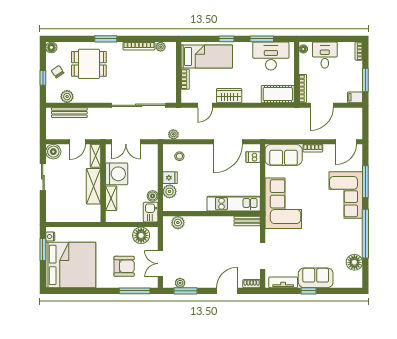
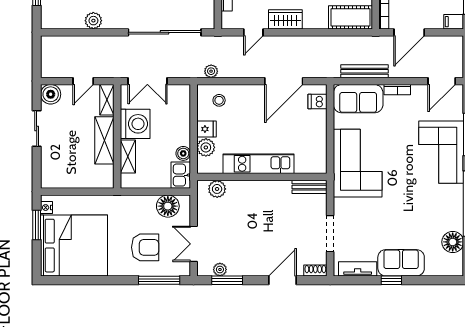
plant: (67, 97) -> (93, 21), moved
bench: (69, 113) -> (365, 71), moved
kitchen unit: (234, 204) -> (258, 164), moved

